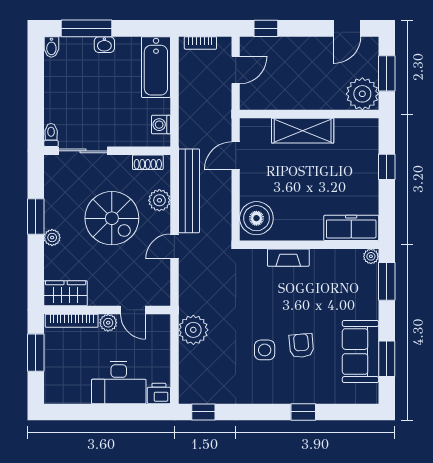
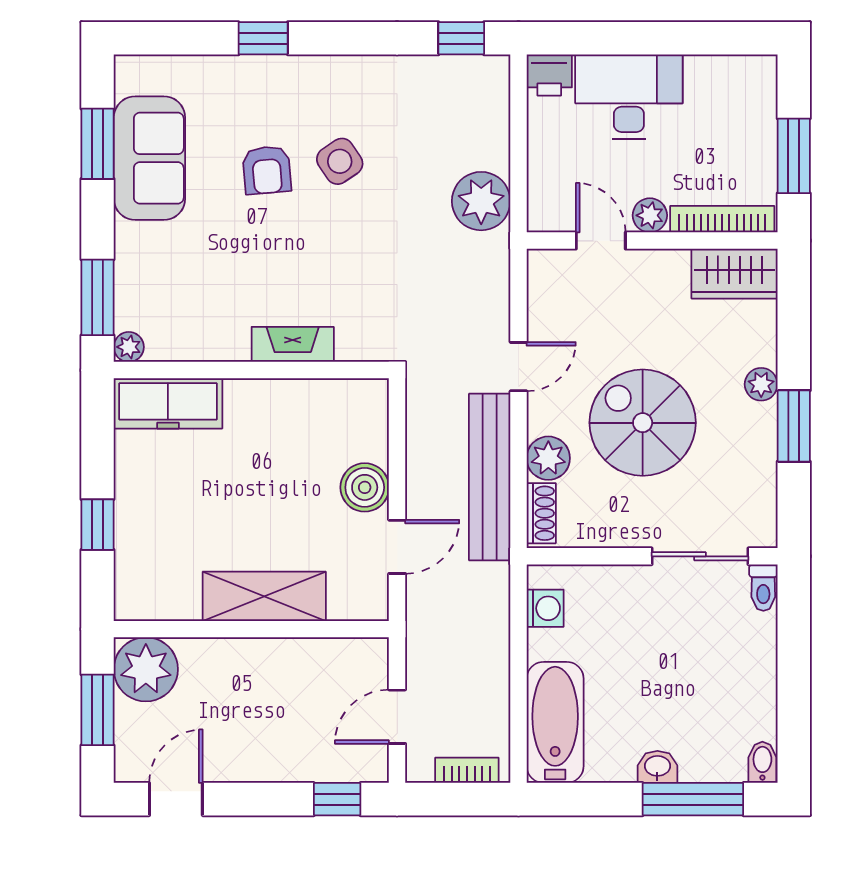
shoe rack: (148, 162) -> (541, 513), moved, turned 90
boiler: (256, 218) -> (365, 487), moved, width x0.73, depth x0.73
side table: (265, 350) -> (340, 161), turned -34

